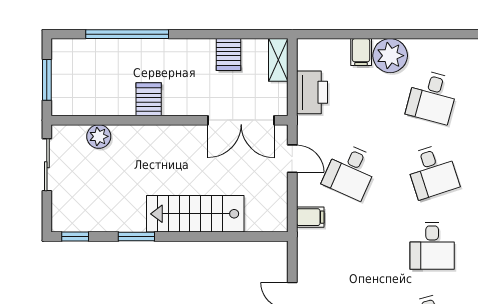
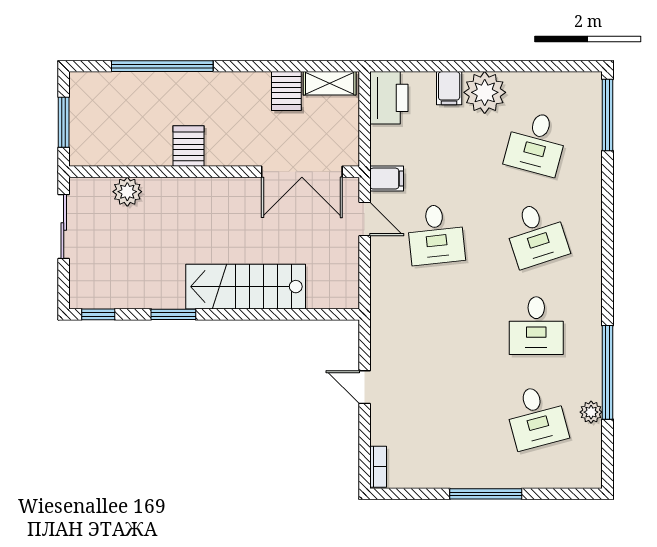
shelving: (278, 60) -> (330, 83), moved, turned 90
printer: (312, 92) -> (389, 98), moved
desk: (350, 171) -> (436, 234), turned -30
filing cabinet: (310, 217) -> (387, 179), moved

